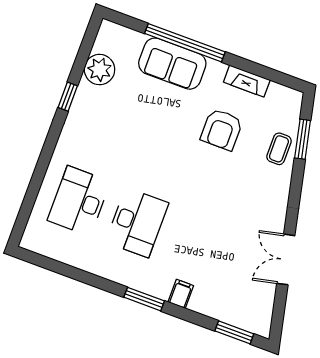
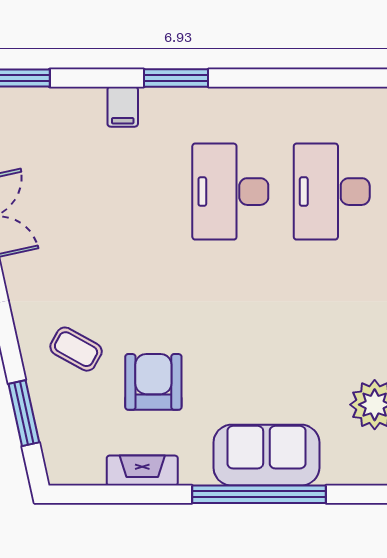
coffee table: (279, 149) -> (76, 349), moved, turned -61
desk: (79, 201) -> (332, 192), turned 180

